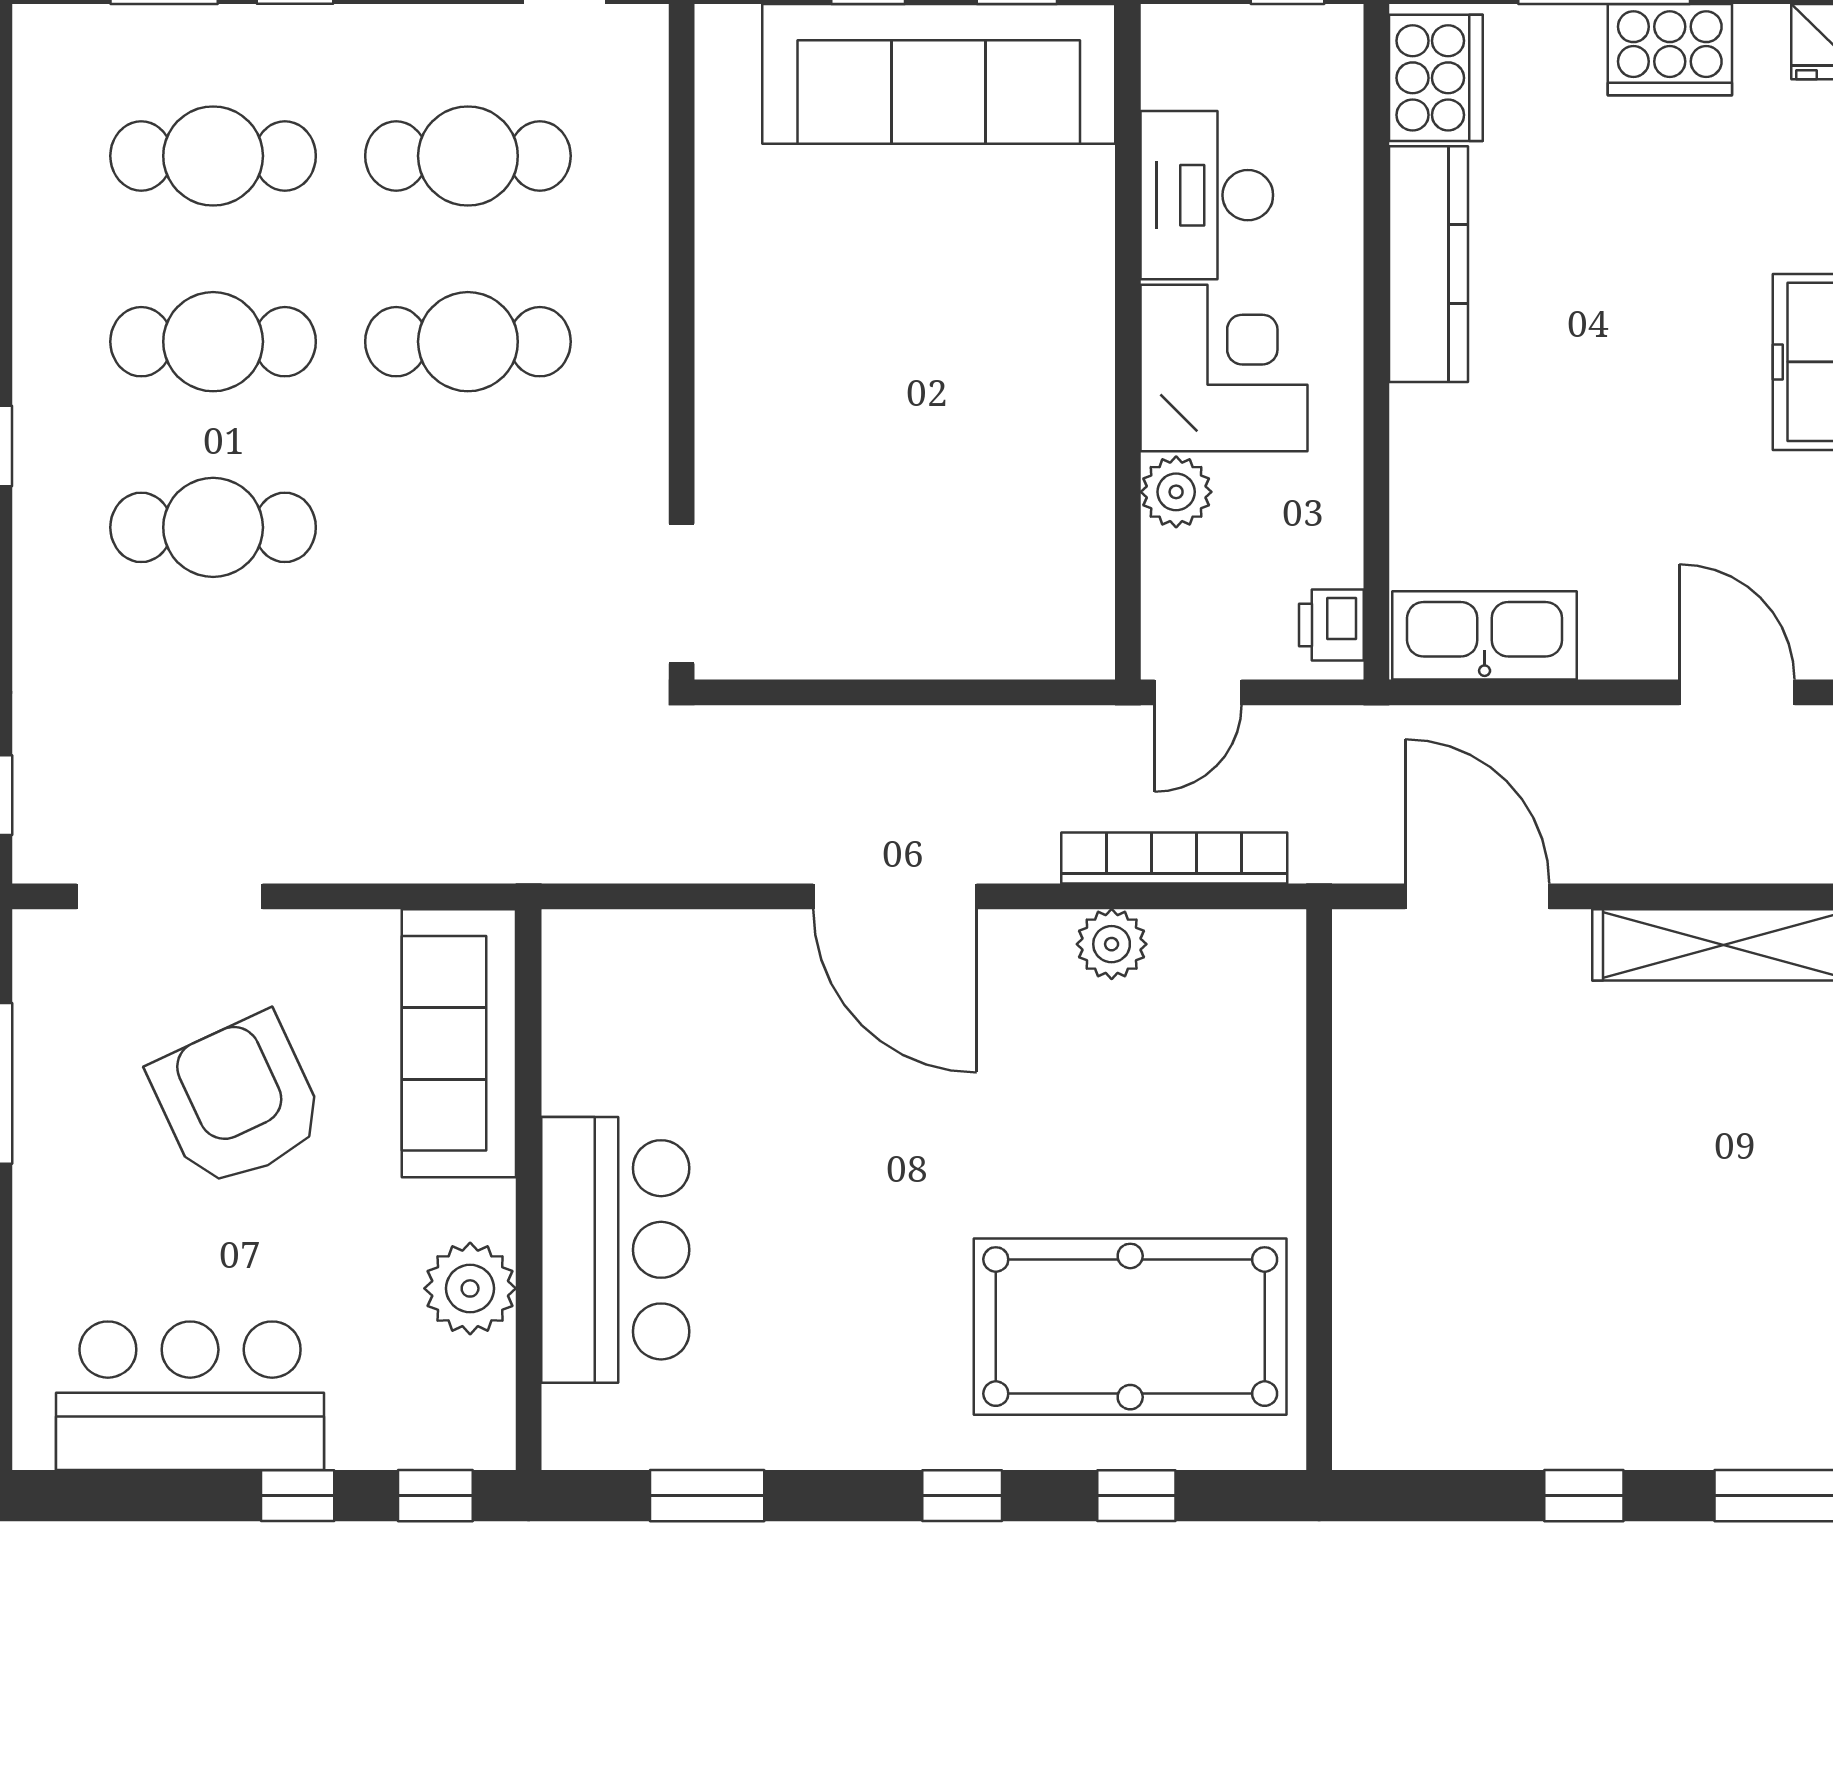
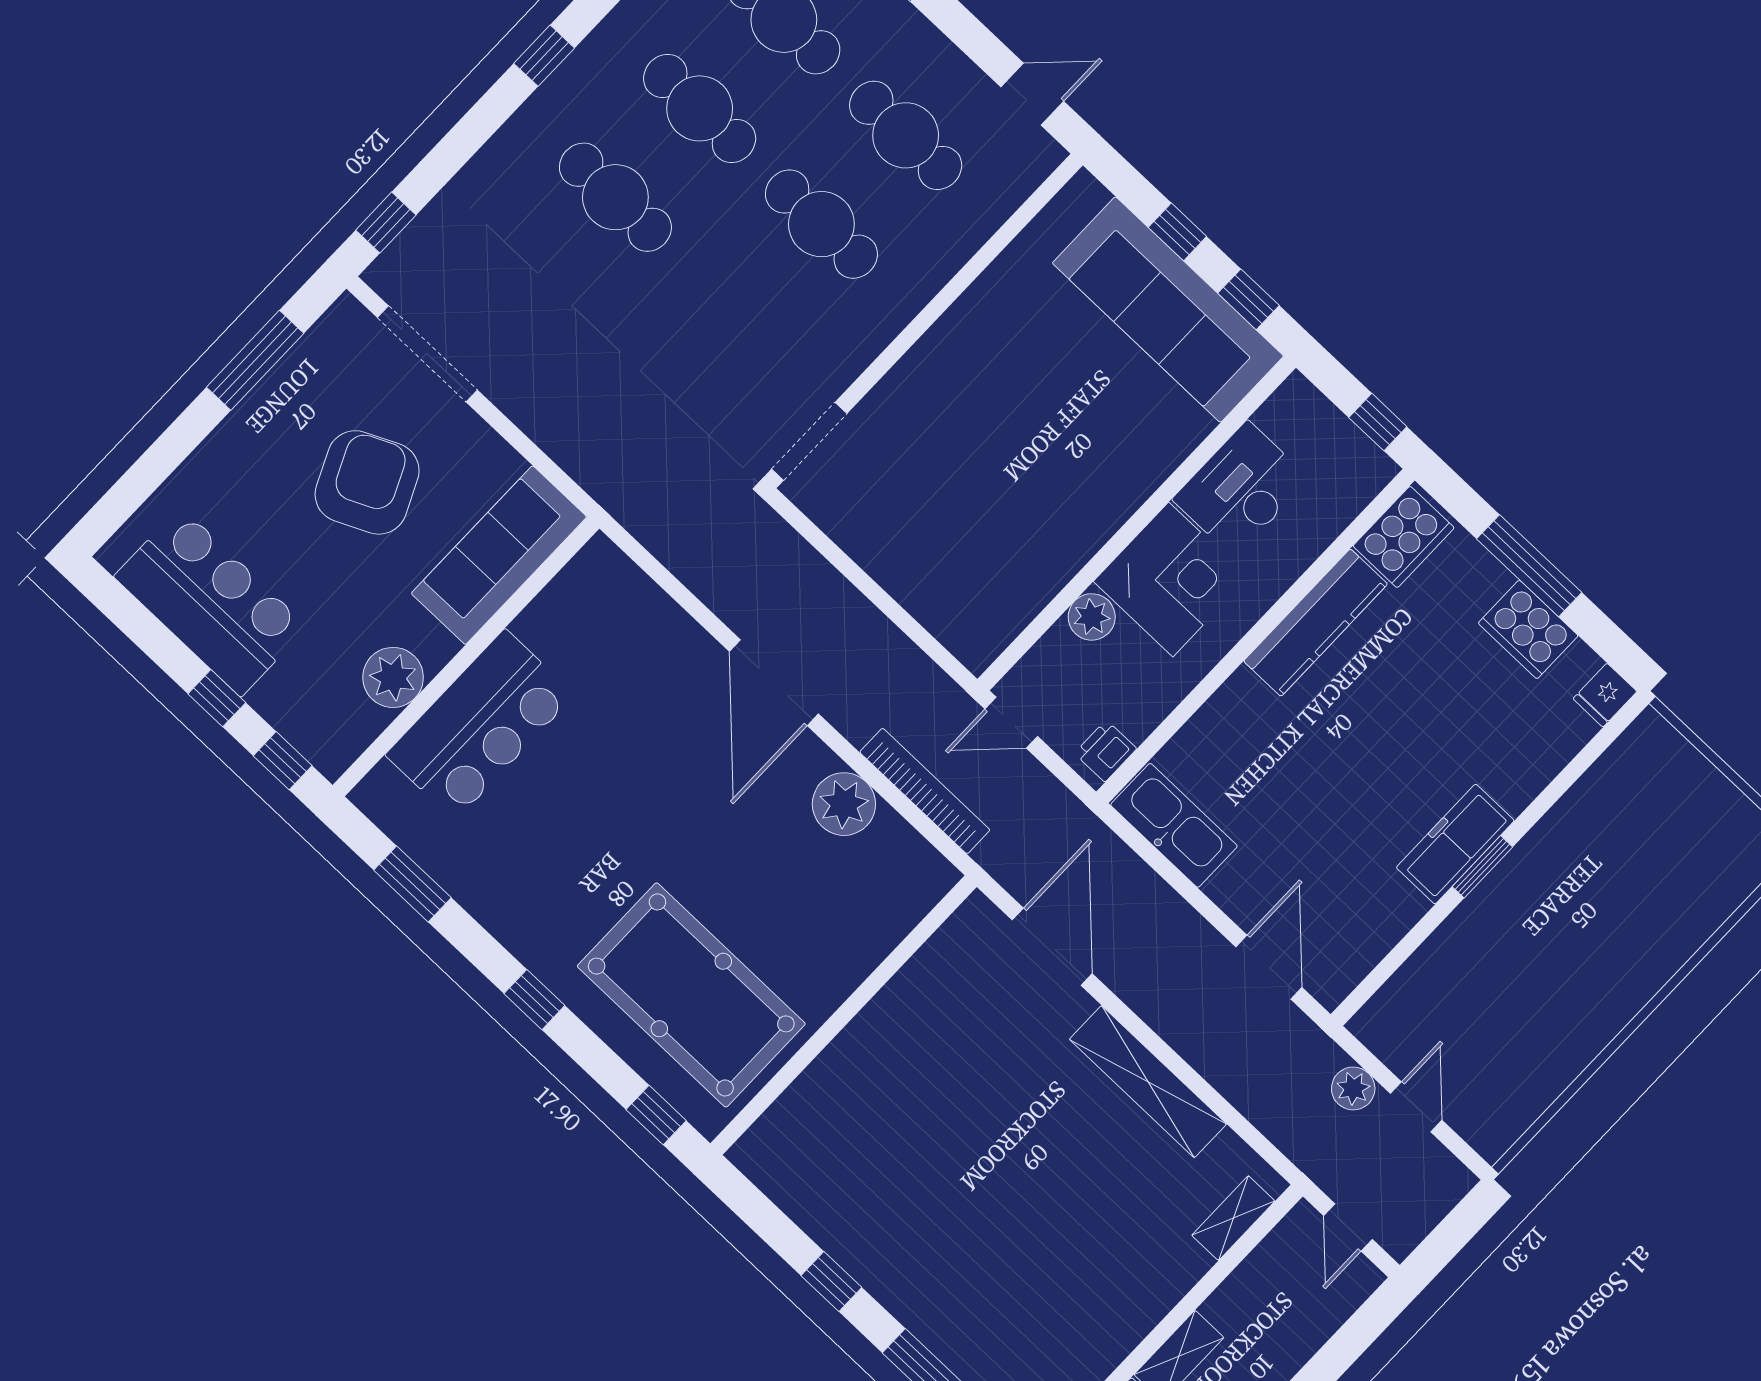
plant: (1112, 944) -> (844, 804), width x1.36, depth x1.36
window: (1136, 1496) -> (656, 1115), moved

